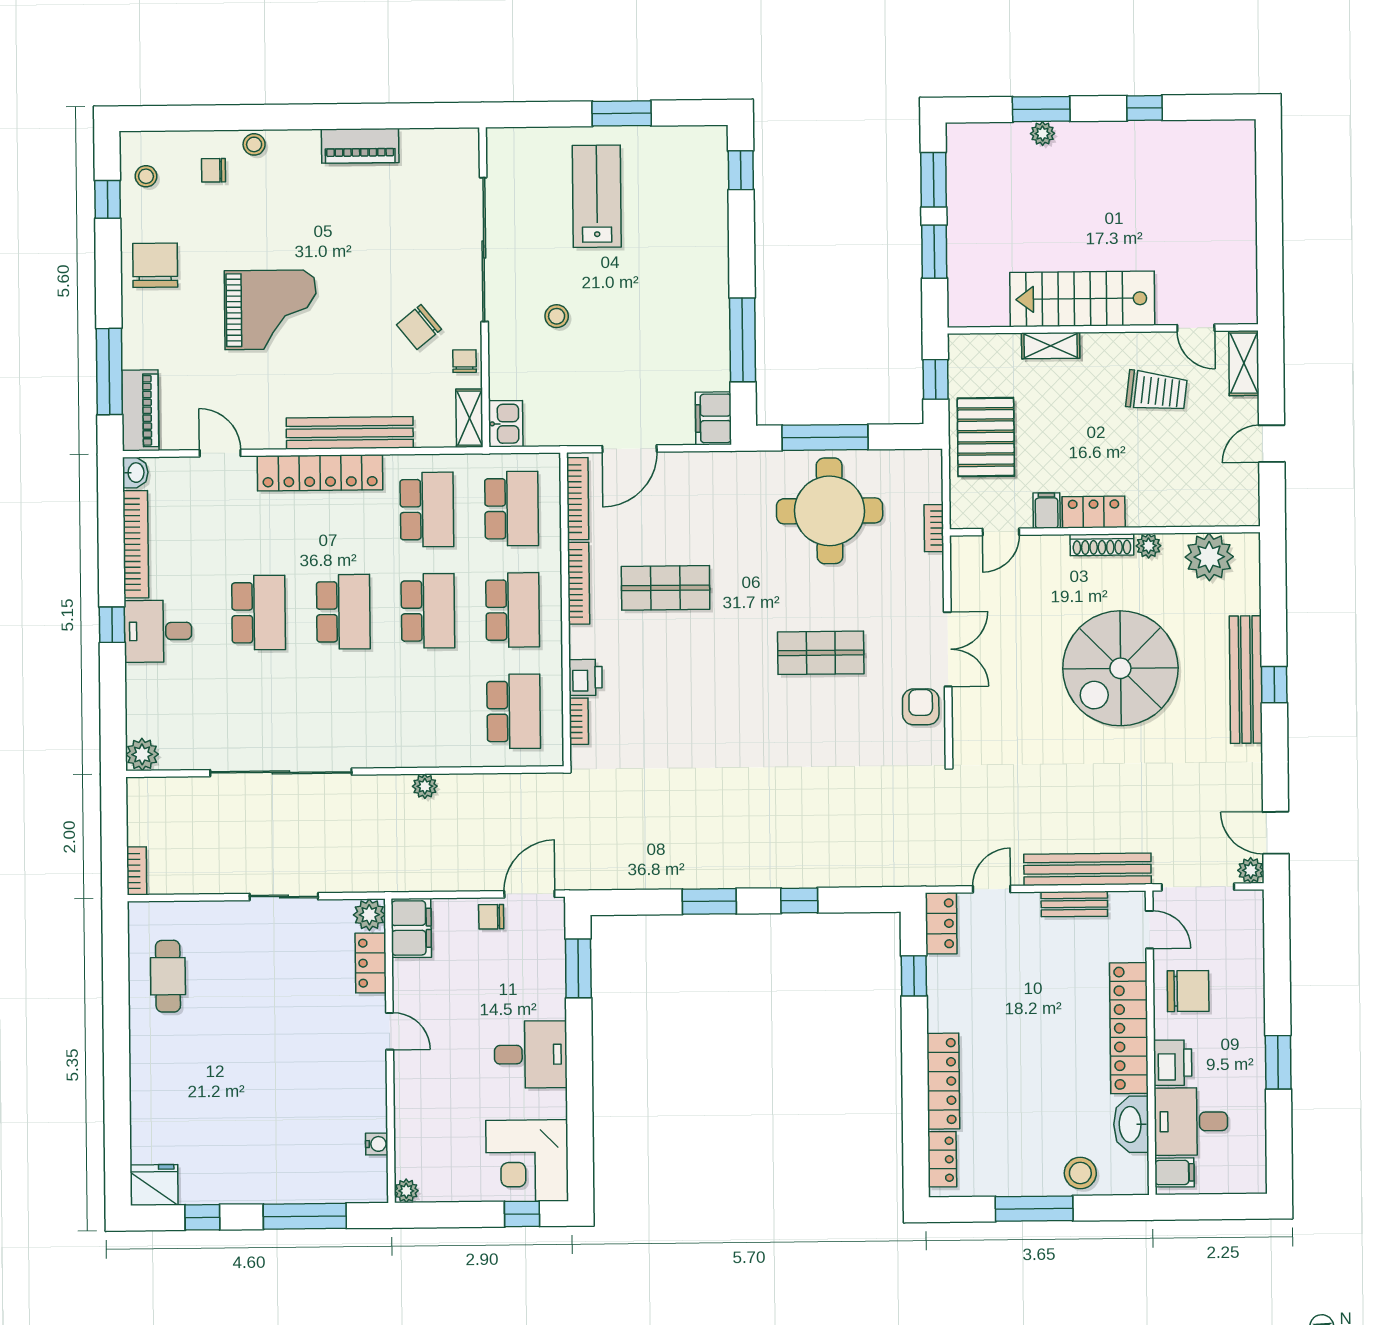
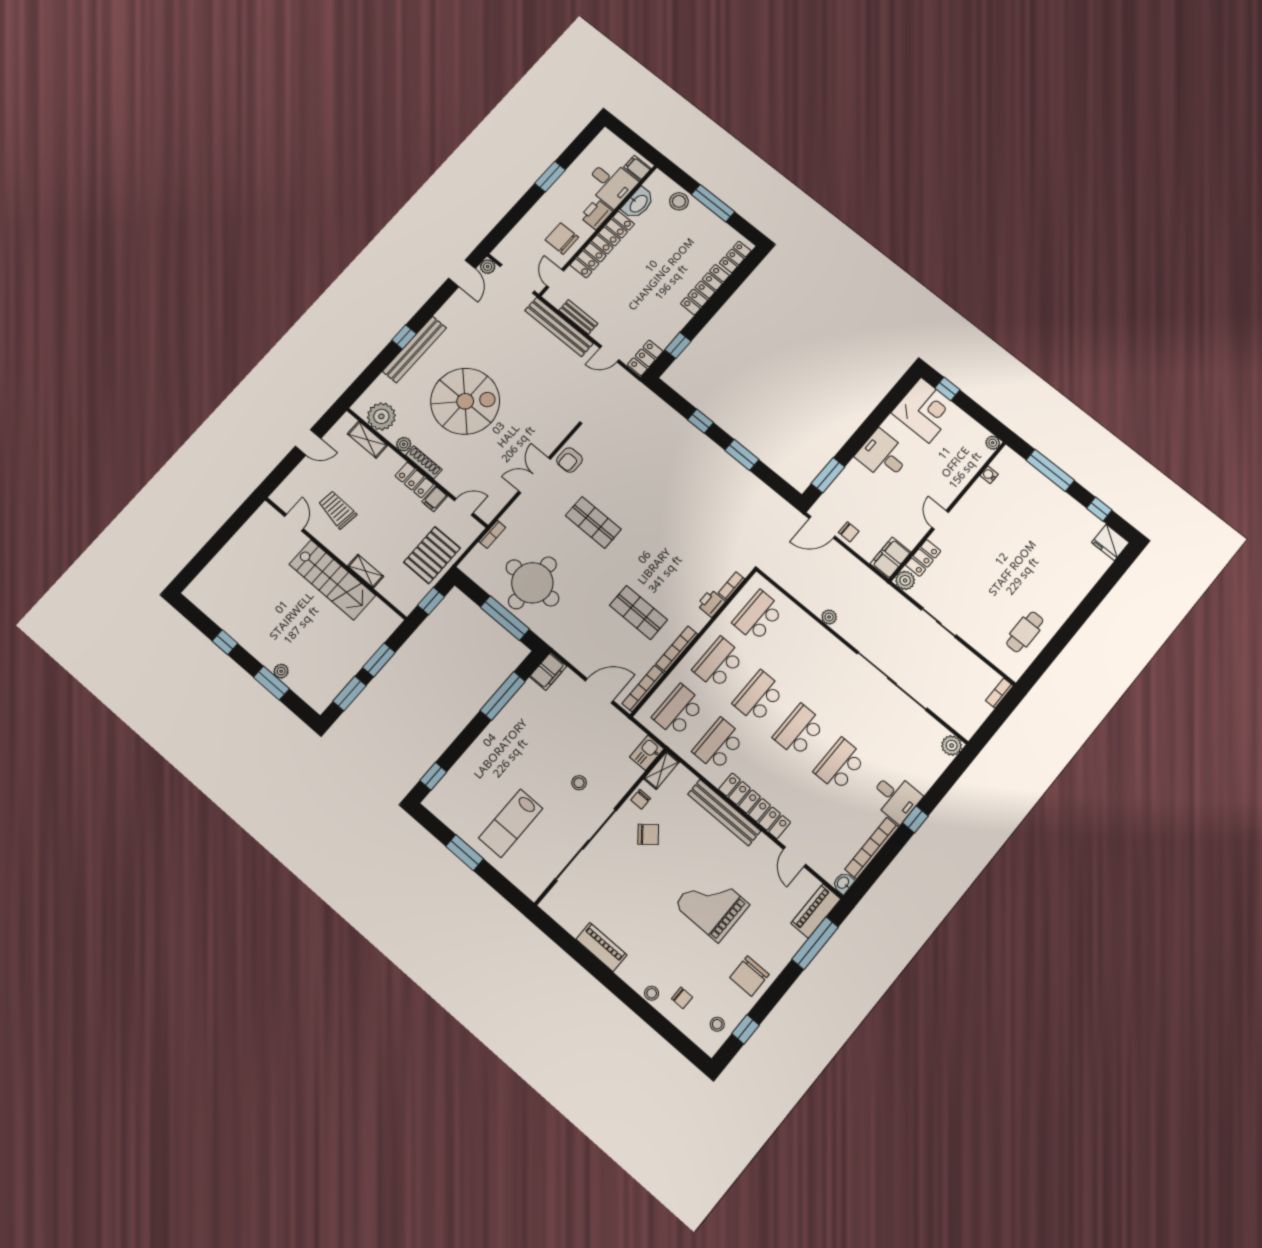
shelving: (1244, 363) -> (367, 440), moved, turned 90

